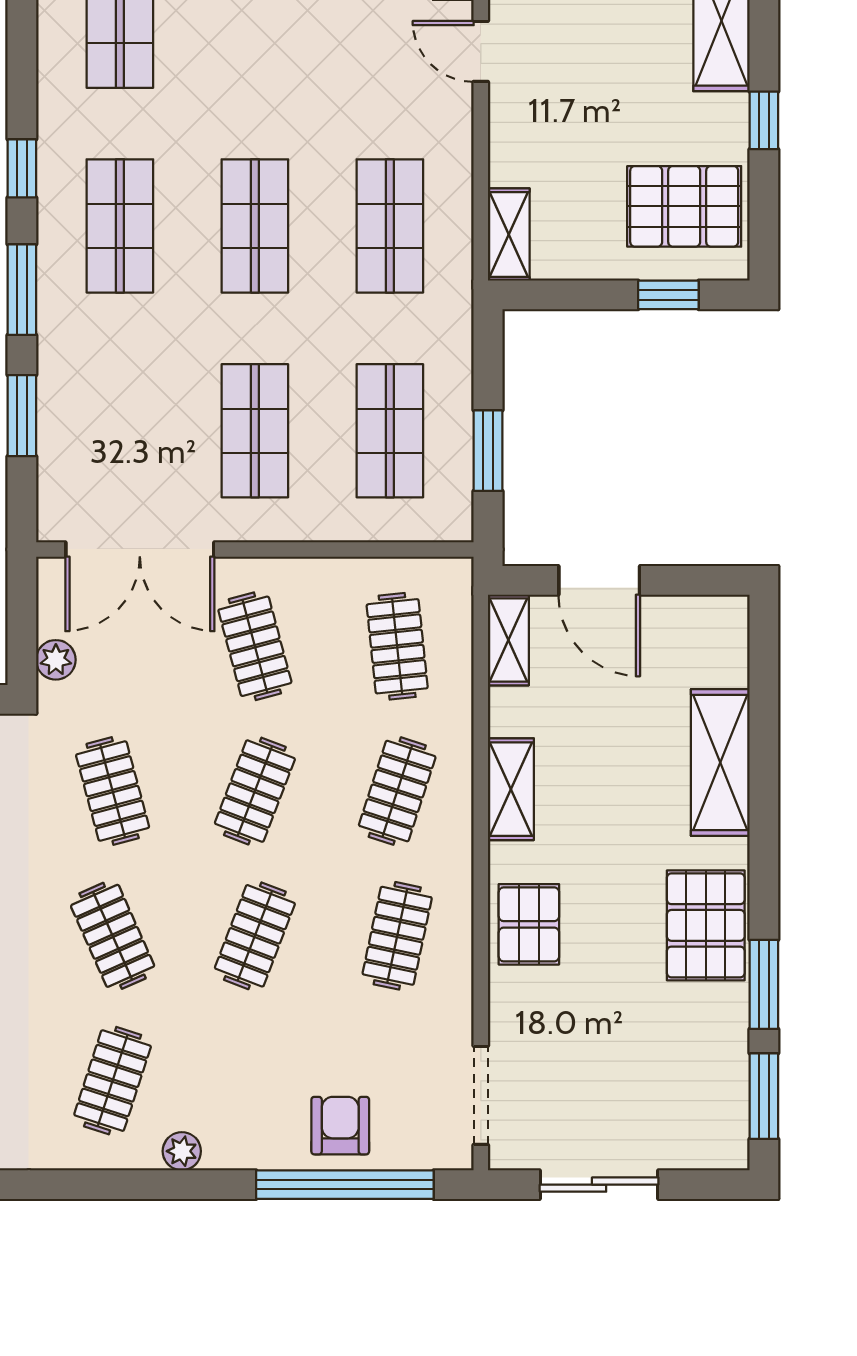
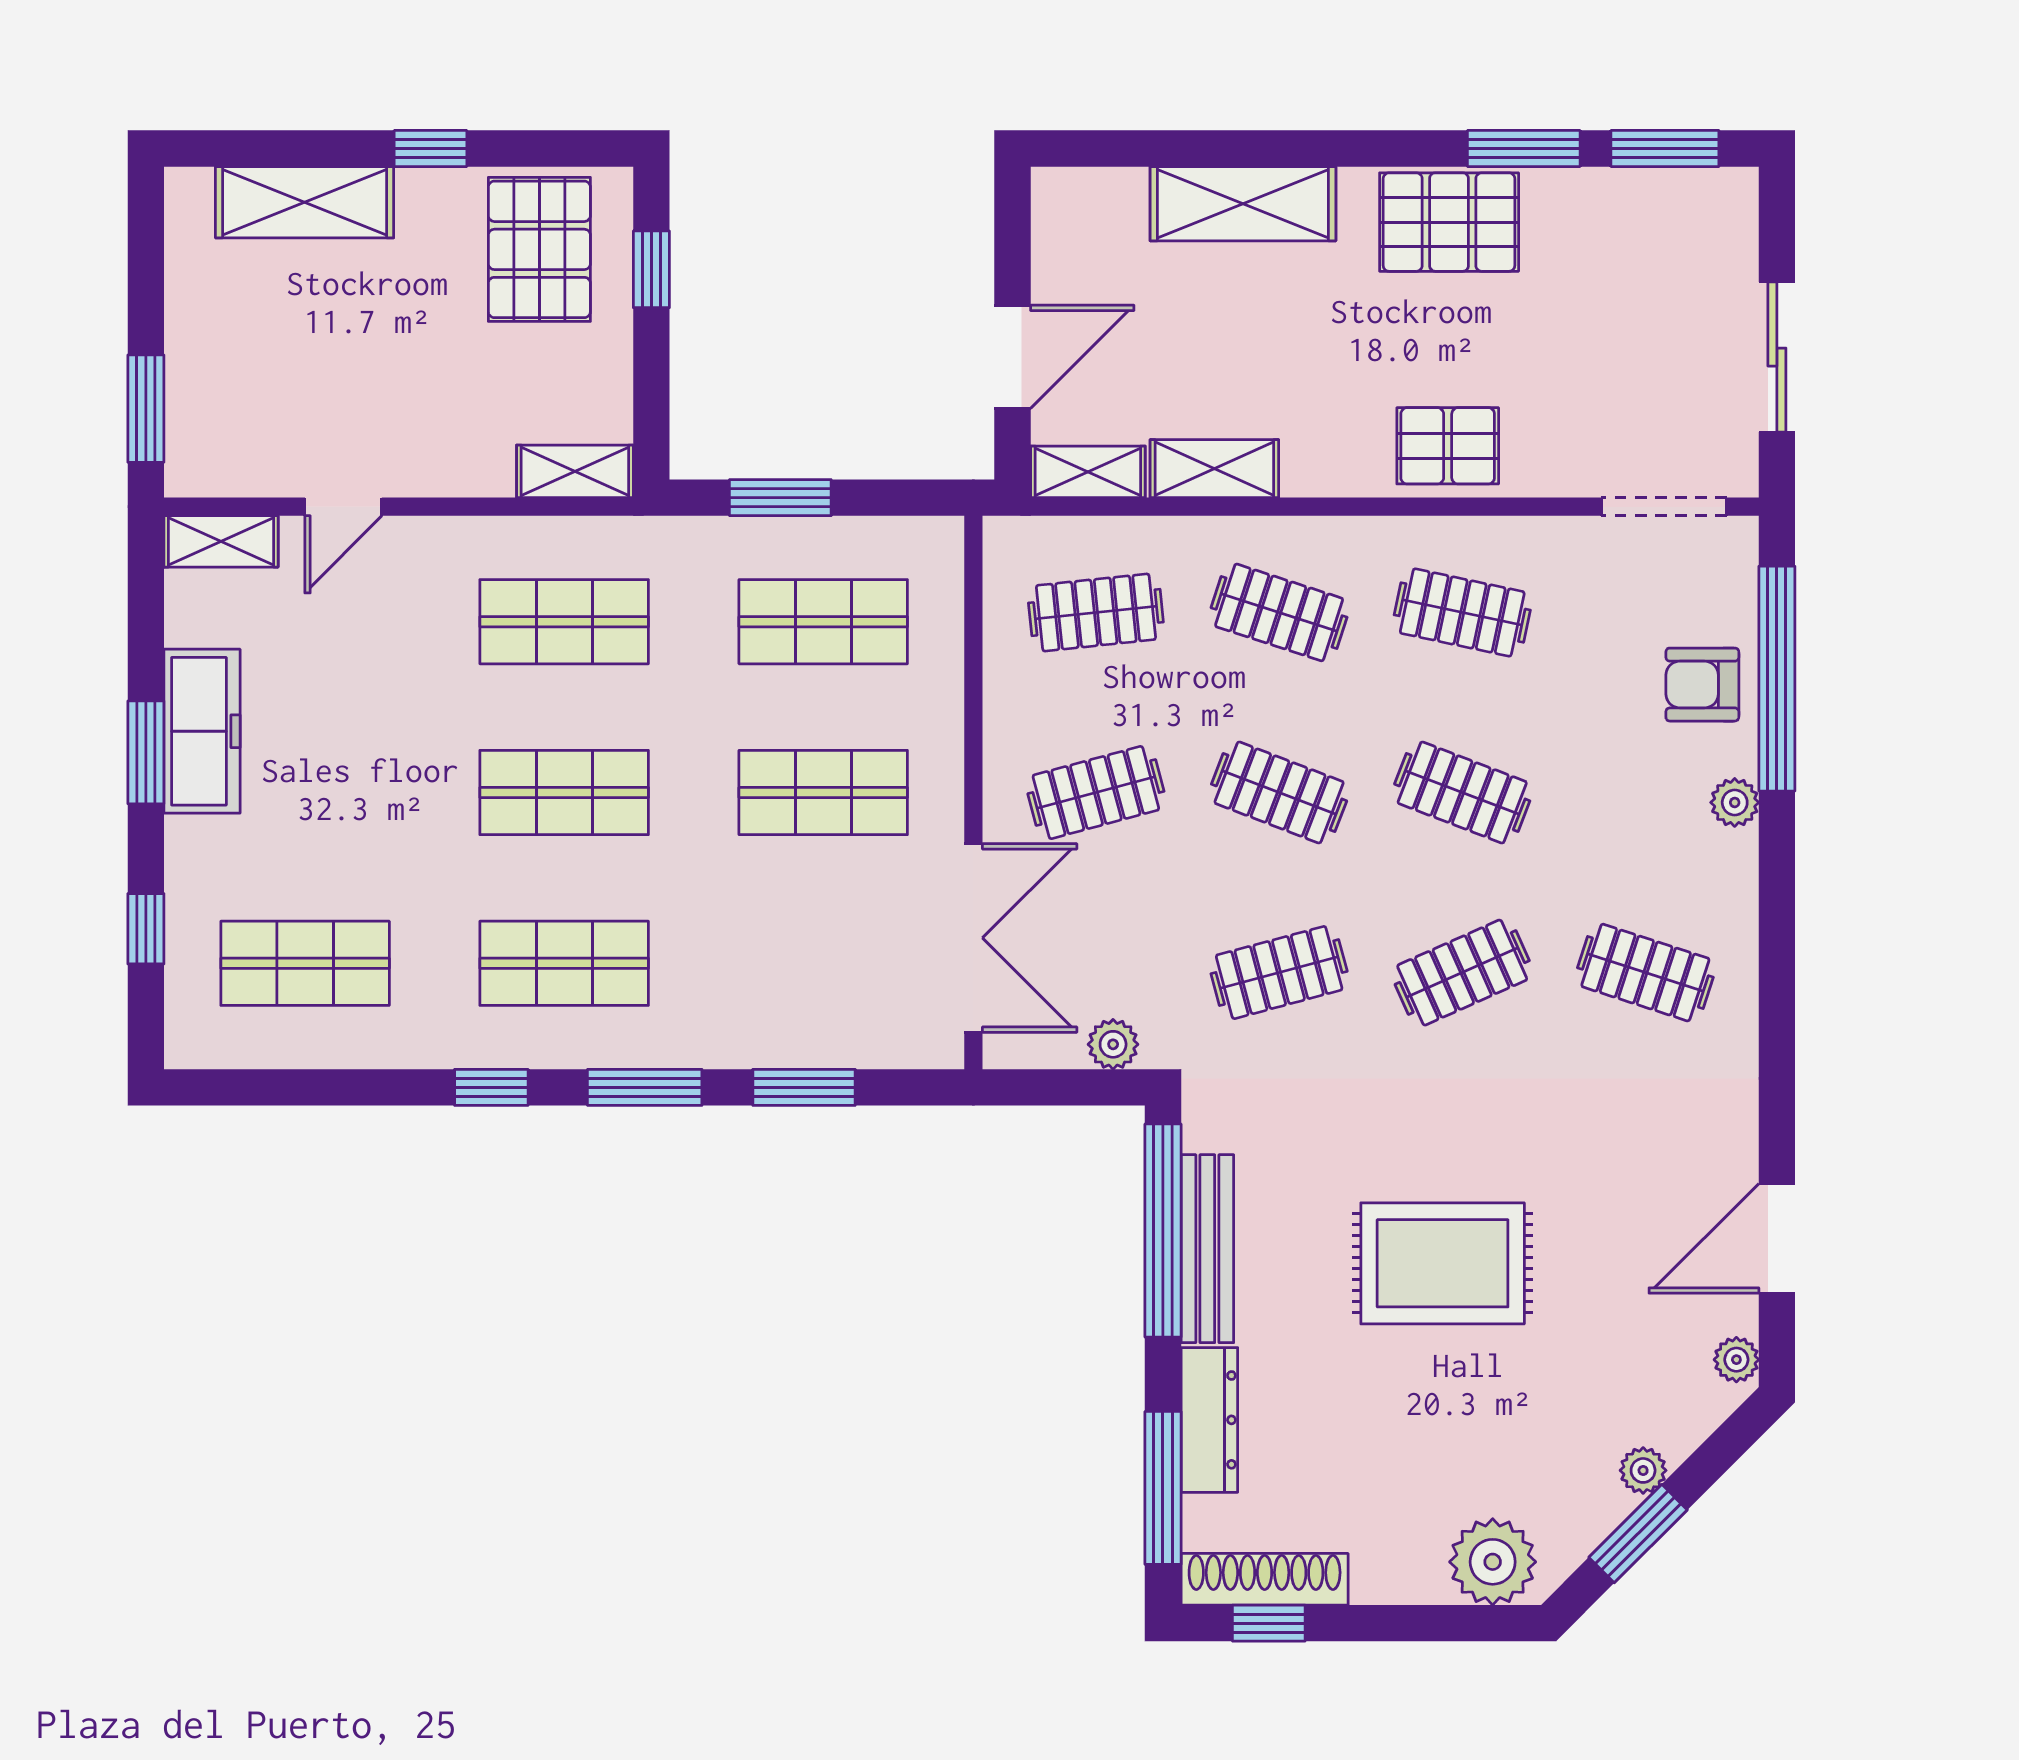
window: (488, 451) -> (780, 498), moved
shelving: (511, 789) -> (1214, 469), moved
plant: (182, 1151) -> (1735, 802), moved

